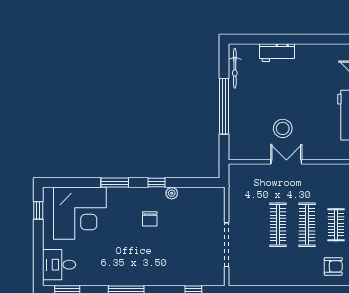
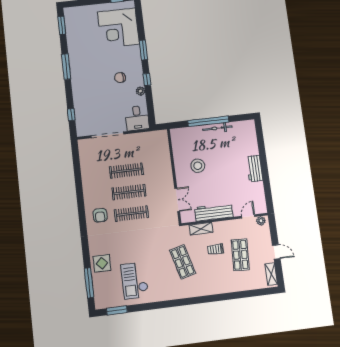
workbench: (277, 53) -> (255, 169), moved
bicycle: (235, 68) -> (217, 128), moved
double door: (286, 162) -> (177, 200), moved
clothes rail: (336, 225) -> (131, 214), width x1.36
desk: (59, 265) -> (137, 118), moved, turned 180

